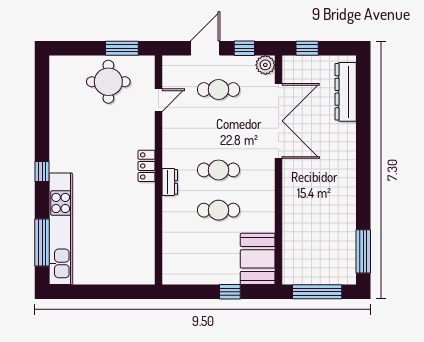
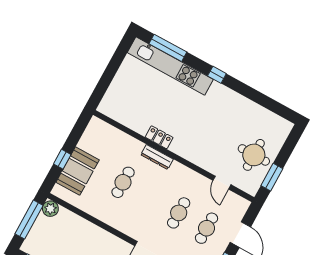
locker: (147, 166) -> (159, 137), moved
cafe table: (219, 170) -> (179, 213), moved
dresser: (170, 182) -> (157, 157), width x1.44
booth: (258, 259) -> (78, 171), moved, turned 90
plant: (292, 275) -> (50, 209), added

